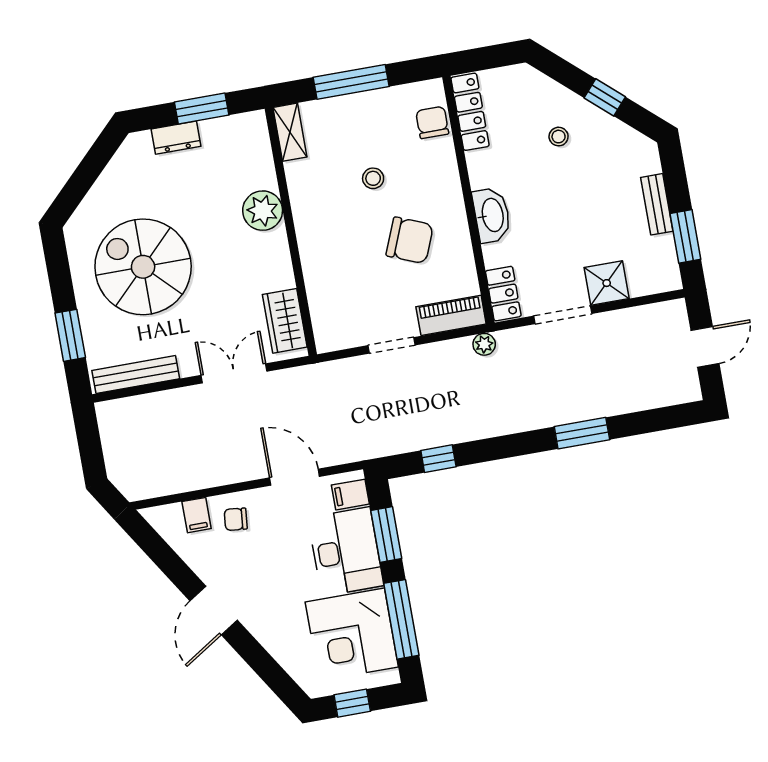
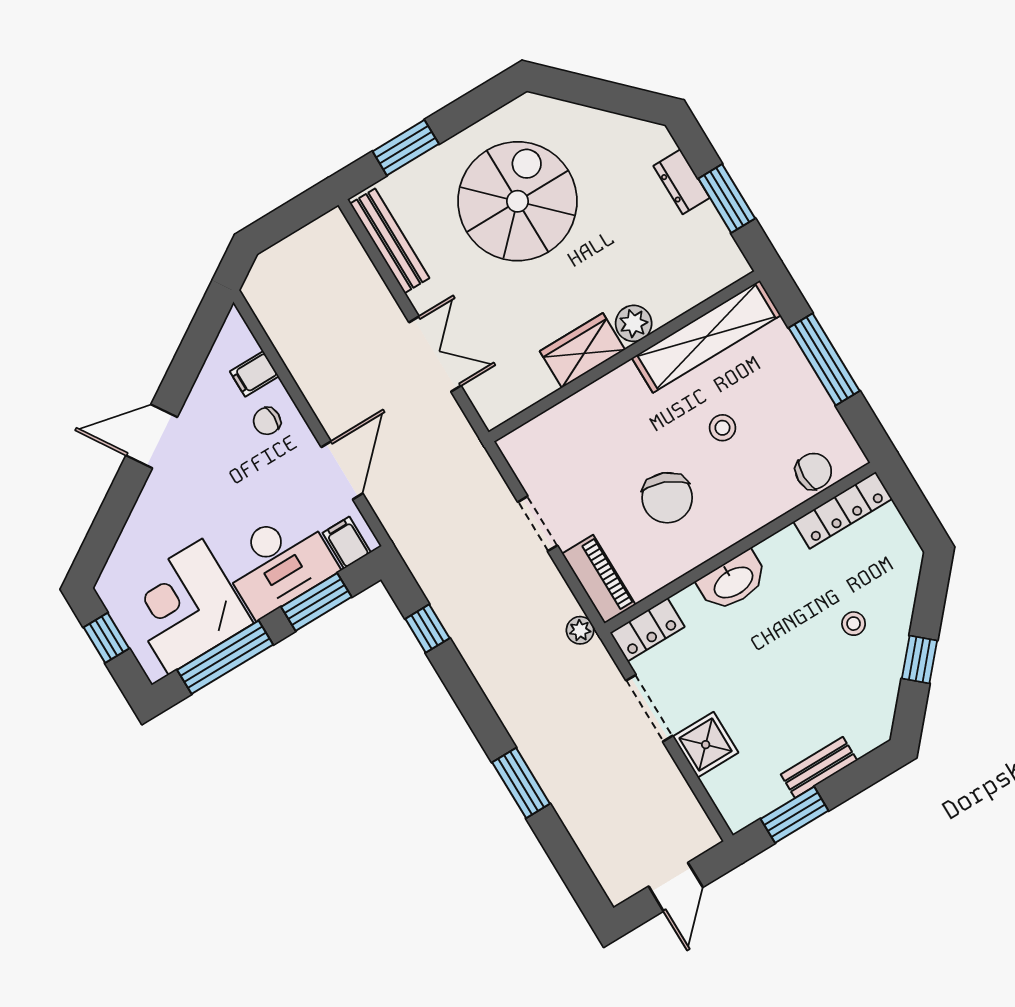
shelving: (290, 132) -> (706, 337), width x2.20, depth x1.33
plant: (263, 211) -> (634, 323), width x0.73, depth x0.73
wardrobe: (285, 321) -> (582, 350), moved
door: (705, 347) -> (676, 887), hinge flipped
chair: (236, 519) -> (267, 421), turned -96

